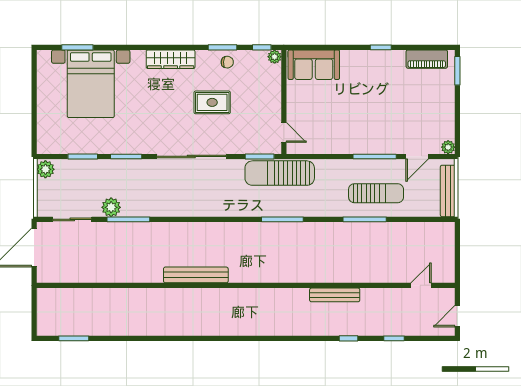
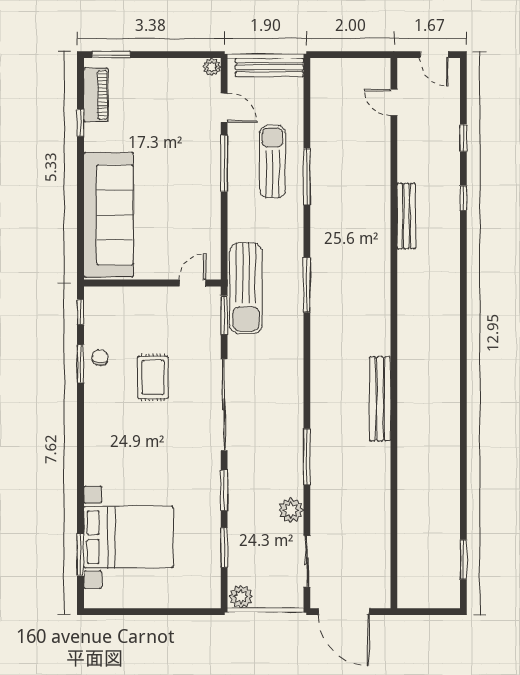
window: (381, 47) -> (80, 123), moved
plant: (275, 57) -> (93, 295), removed
wardrobe: (171, 59) -> (96, 432), removed
sofa: (314, 65) -> (109, 215), width x1.85, depth x1.27
window: (128, 219) -> (307, 457), moved

